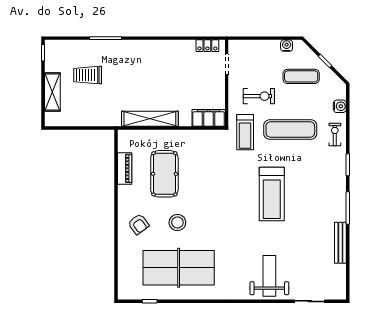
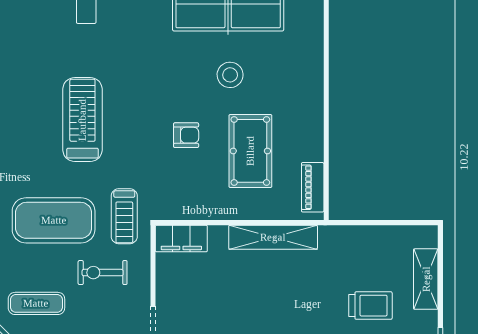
exercise mat: (290, 130) -> (54, 220), width x1.47
treadmill: (245, 132) -> (124, 216), turned 180
piano: (125, 168) -> (313, 187), moved
armchair: (139, 224) -> (186, 135), moved, turned 126

